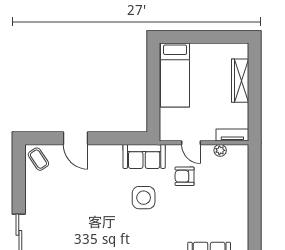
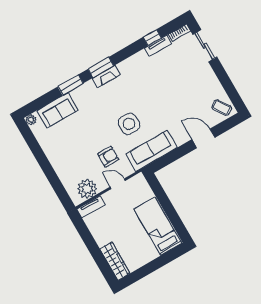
wardrobe: (240, 81) -> (115, 261), moved
plant: (220, 150) -> (87, 189), width x1.88, depth x1.88
sofa: (144, 156) -> (152, 151), width x1.36

